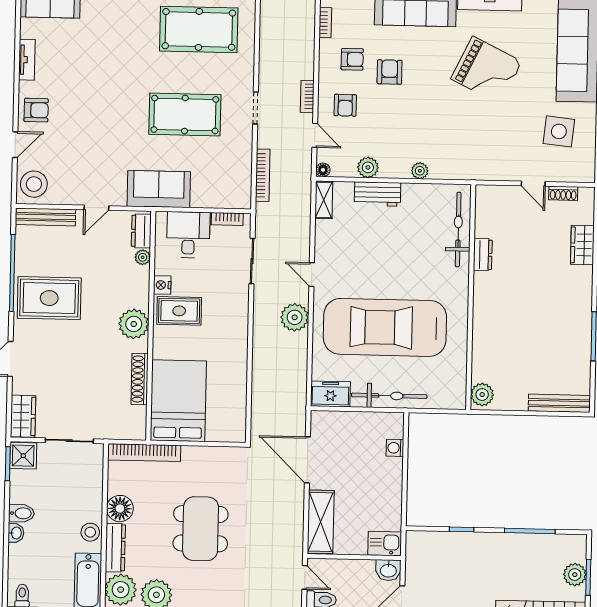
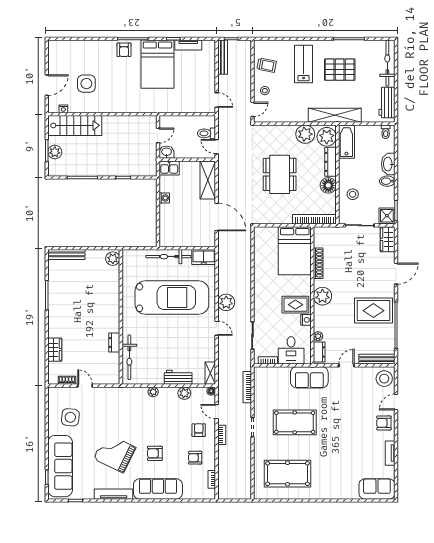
armchair: (390, 72) -> (155, 453), moved, turned 90
washing machine: (395, 448) -> (164, 198), moved
stool: (90, 532) -> (353, 194), moved
washbasin: (16, 533) -> (388, 164), width x1.91, depth x1.45

